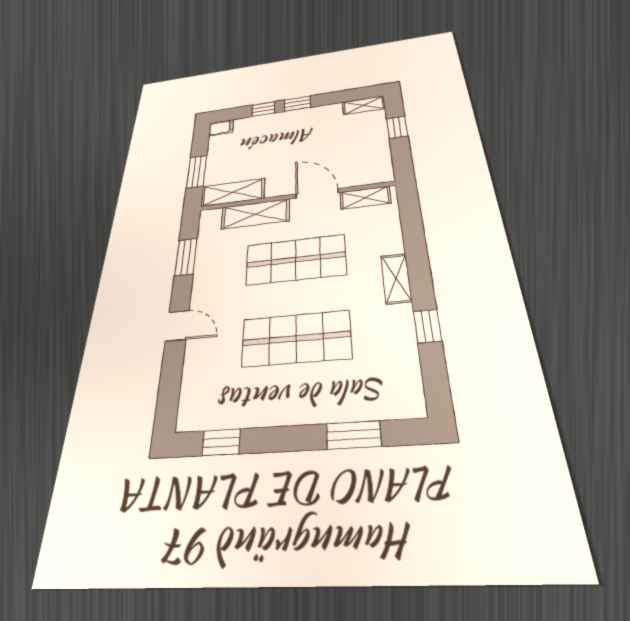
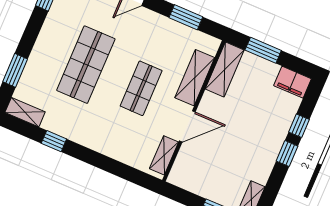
filing cabinet: (221, 128) -> (292, 82), width x2.00
shop shelf: (296, 260) -> (141, 88), width x0.70, depth x0.74
shelving: (396, 278) -> (25, 112), moved

